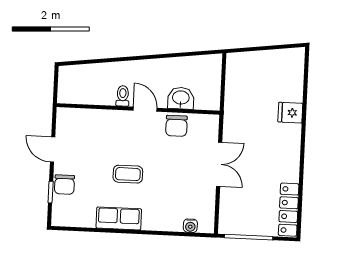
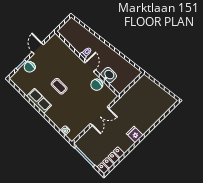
fridge: (290, 113) -> (135, 134), moved

